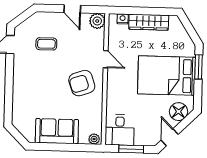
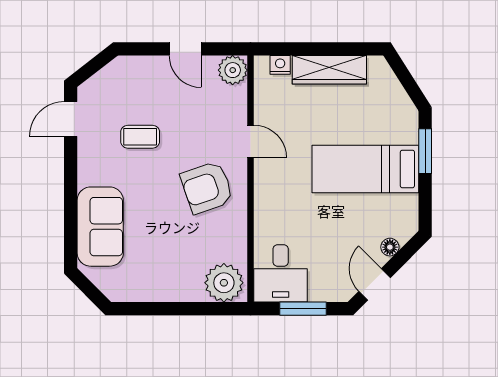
coffee table: (46, 44) -> (140, 137), moved
bed: (166, 76) -> (365, 169), width x0.67
floor lamp: (178, 112) -> (390, 247), width x0.53, depth x0.53
sofa: (57, 131) -> (100, 227), moved, turned 90
plant: (94, 139) -> (224, 283), width x1.87, depth x1.87

